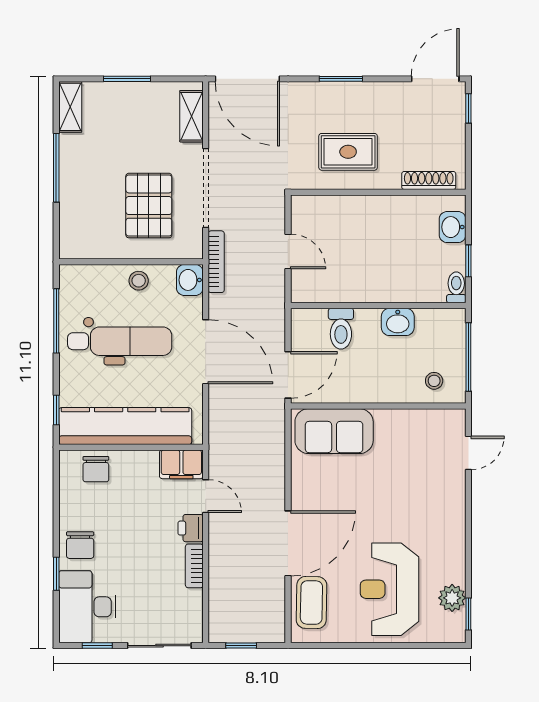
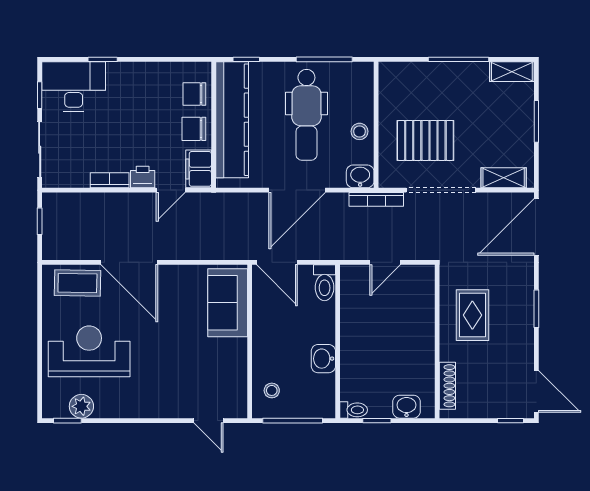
toilet: (341, 329) -> (325, 283), moved, turned -90
chair: (80, 545) -> (194, 129), moved

